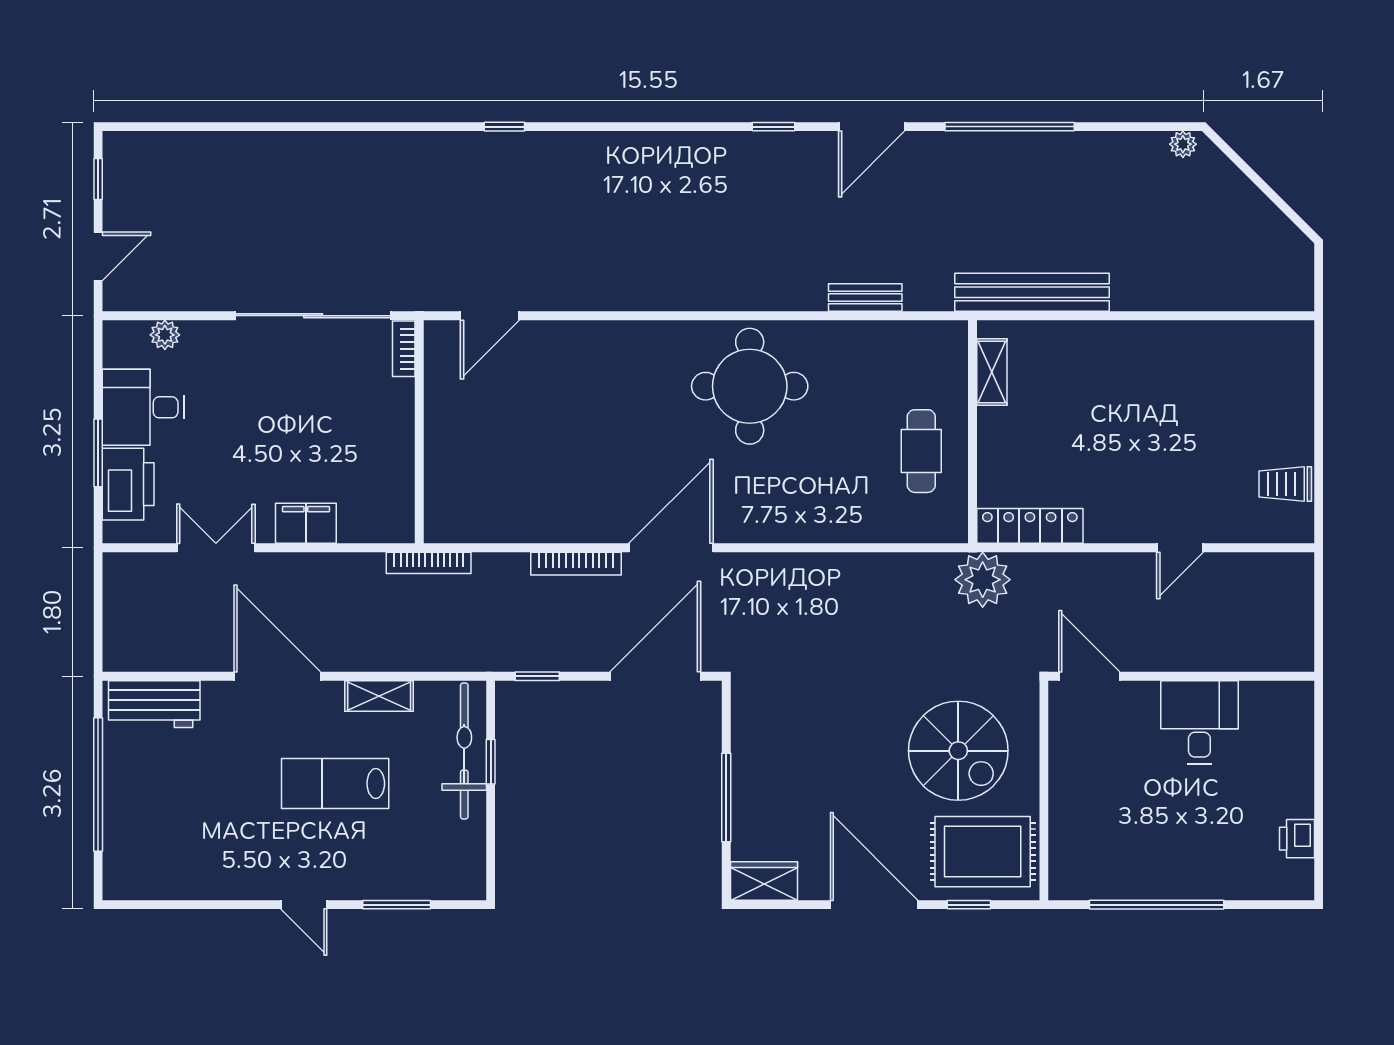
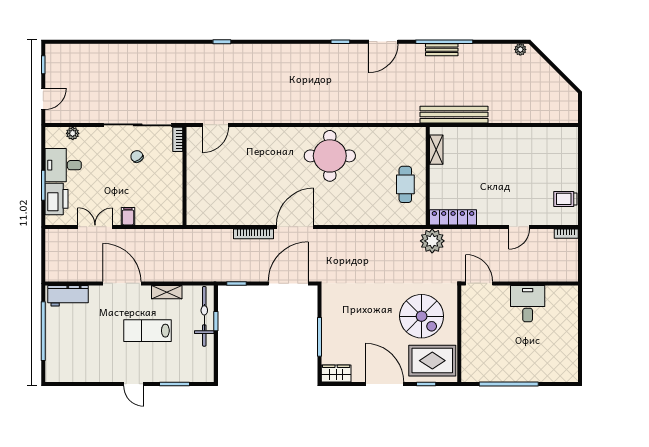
bench: (865, 297) -> (442, 50), moved
chair: (311, 388) -> (137, 157), added
filing cabinet: (306, 523) -> (128, 216), width x0.50
bookcase: (429, 563) -> (566, 234), moved, width x0.64
printer: (1297, 839) -> (571, 355), removed

